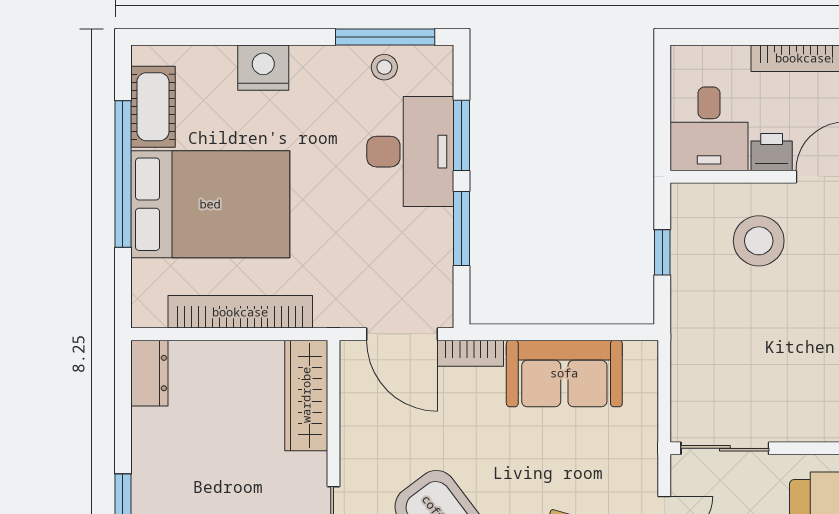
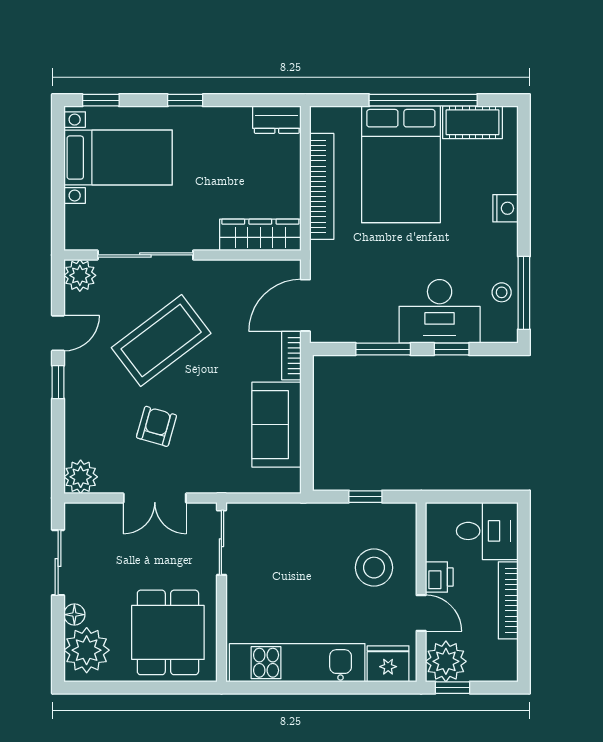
nightstand: (263, 68) -> (505, 208), width x0.74, depth x0.75
desk: (709, 129) -> (487, 531), moved, turned 180
window: (461, 135) -> (452, 349), width x0.67

